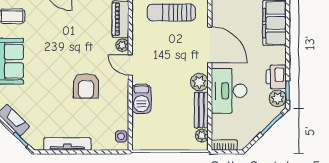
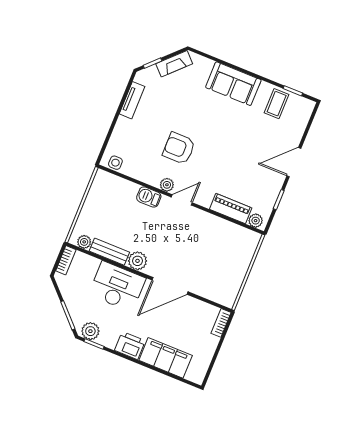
sun lounger: (171, 13) -> (217, 261), removed
plant: (122, 45) -> (167, 185), moved
printer: (276, 77) -> (130, 346), moved
barbecue: (141, 99) -> (149, 197), width x0.73, depth x0.79
tv unit: (67, 144) -> (132, 100), width x0.71

